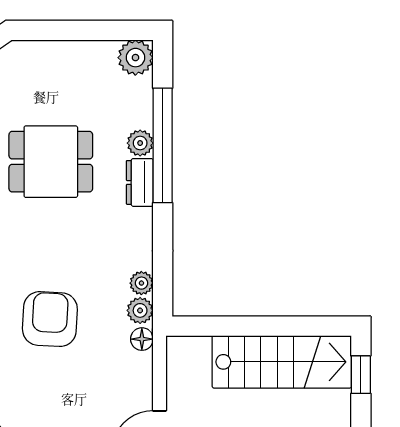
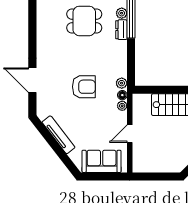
plant: (141, 283) -> (122, 106), moved
armchair: (50, 319) -> (84, 87), turned 87

